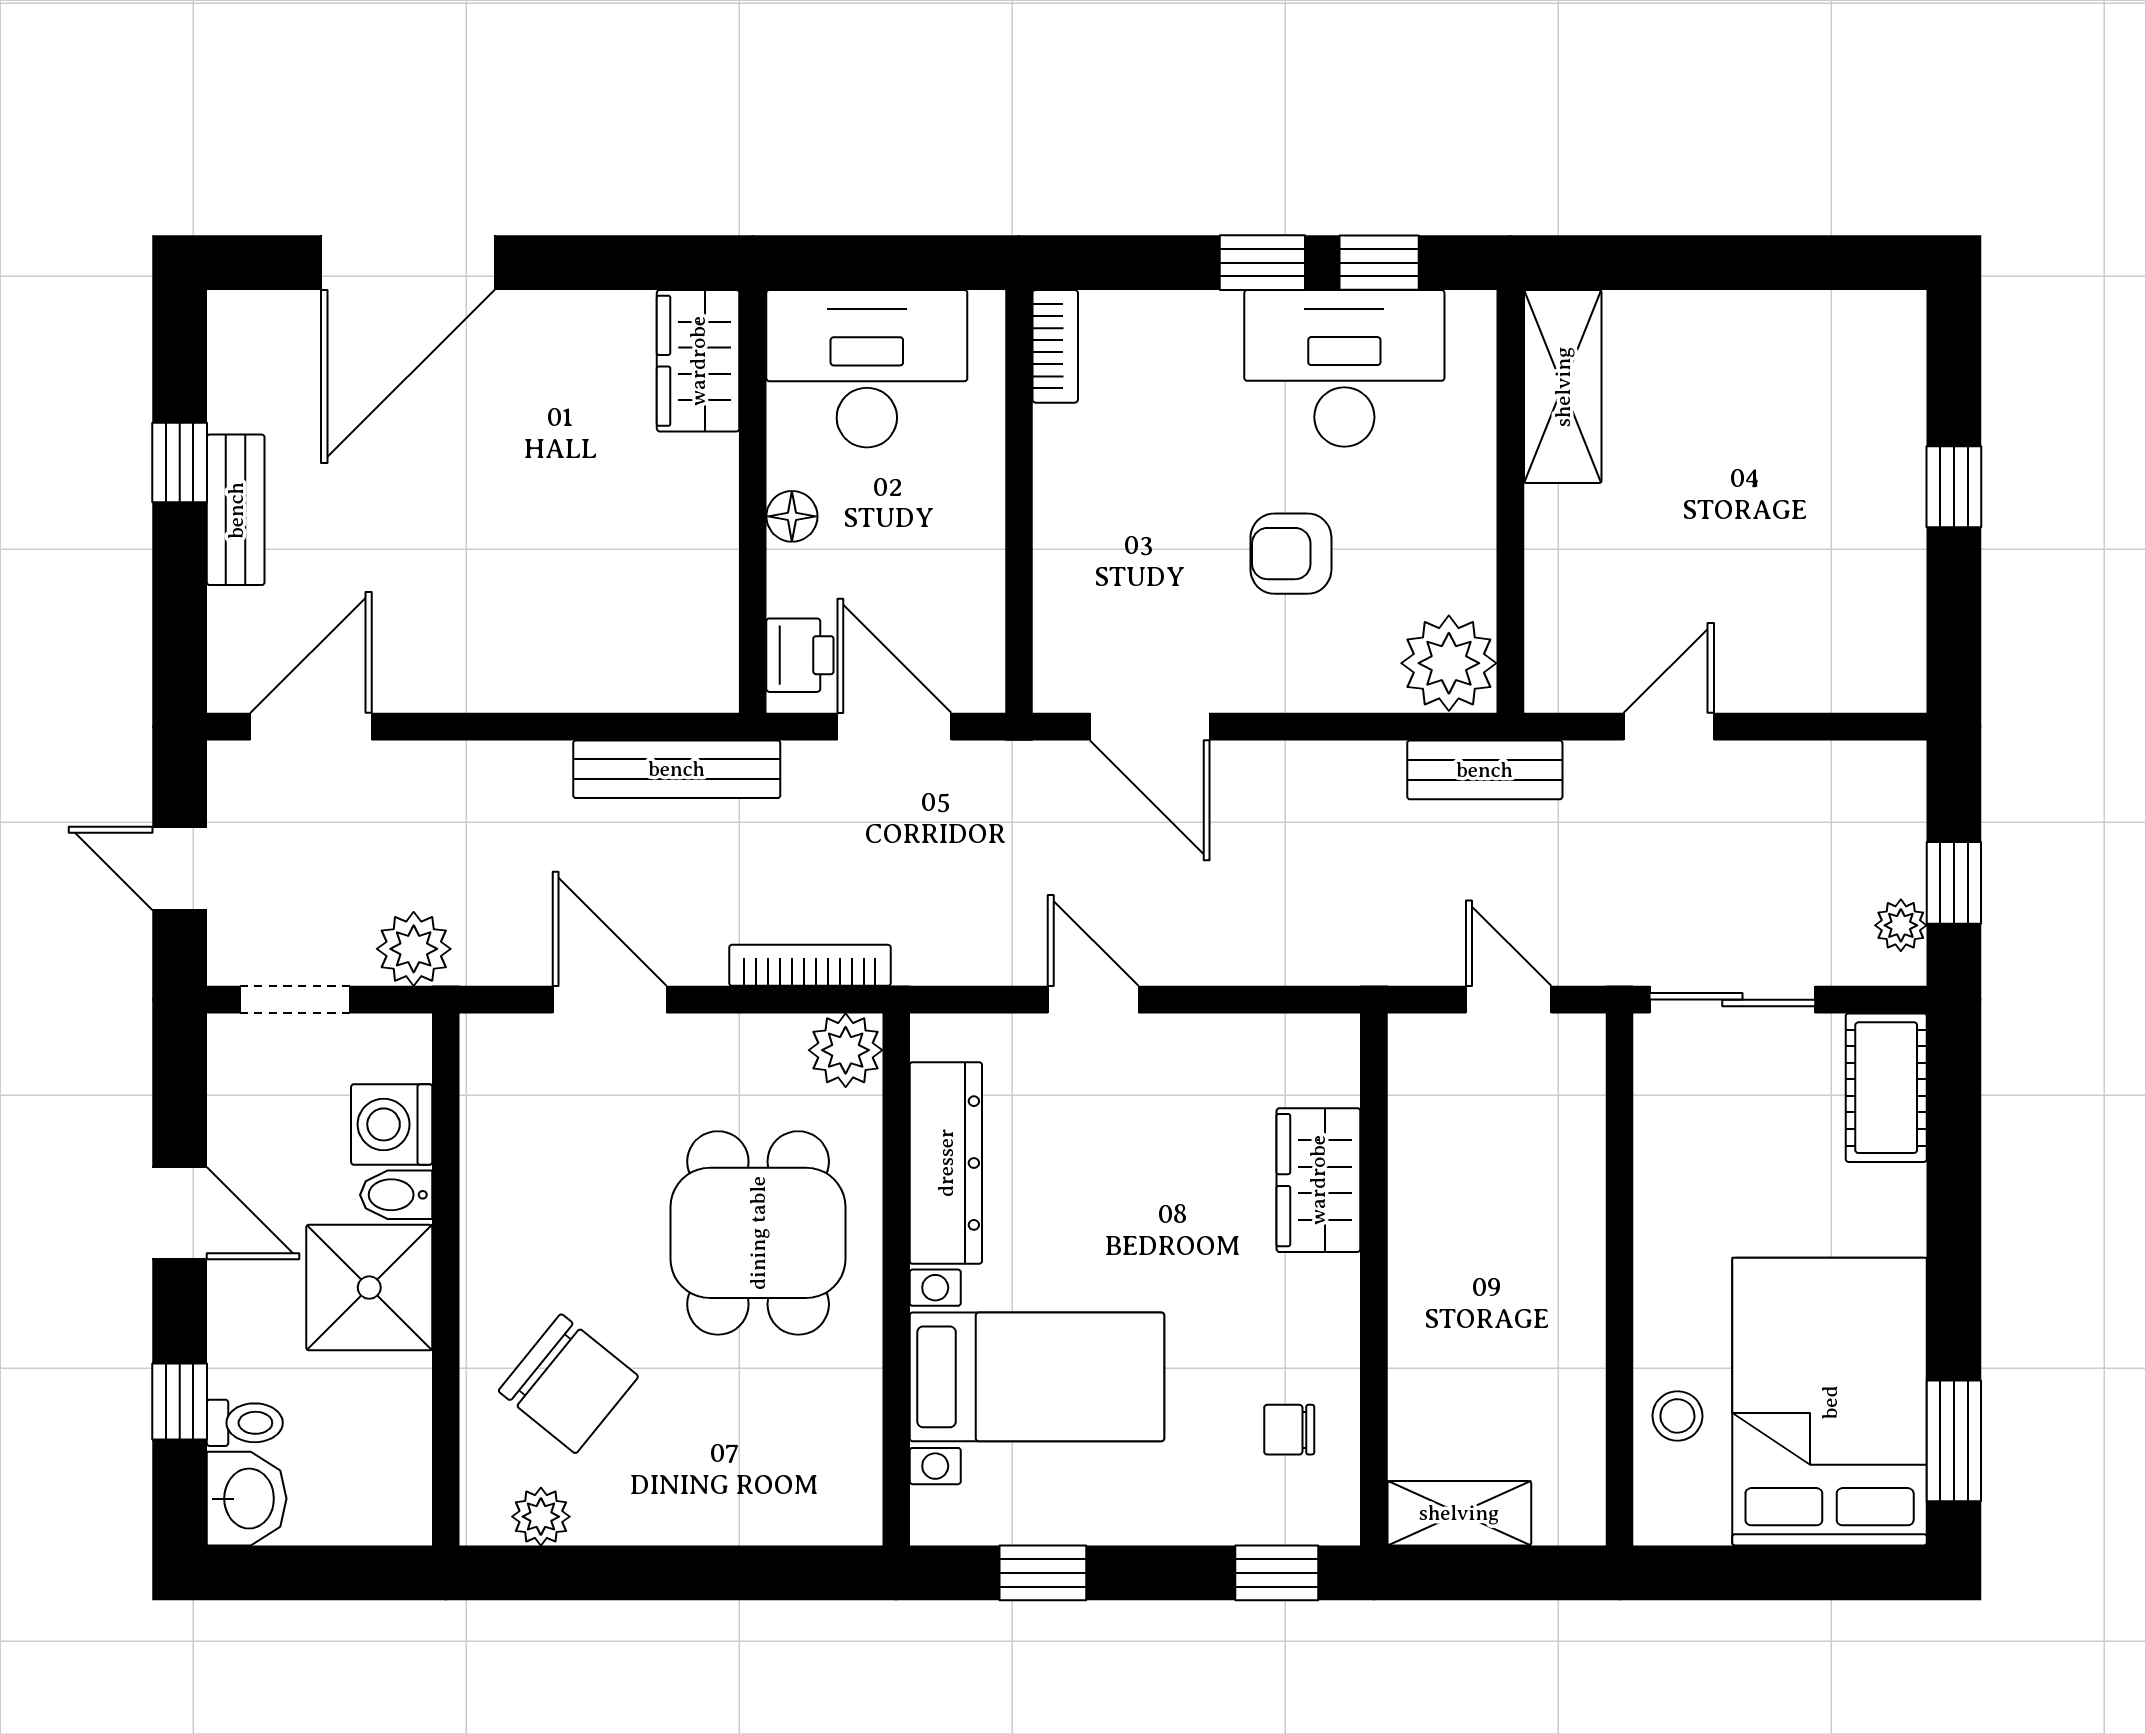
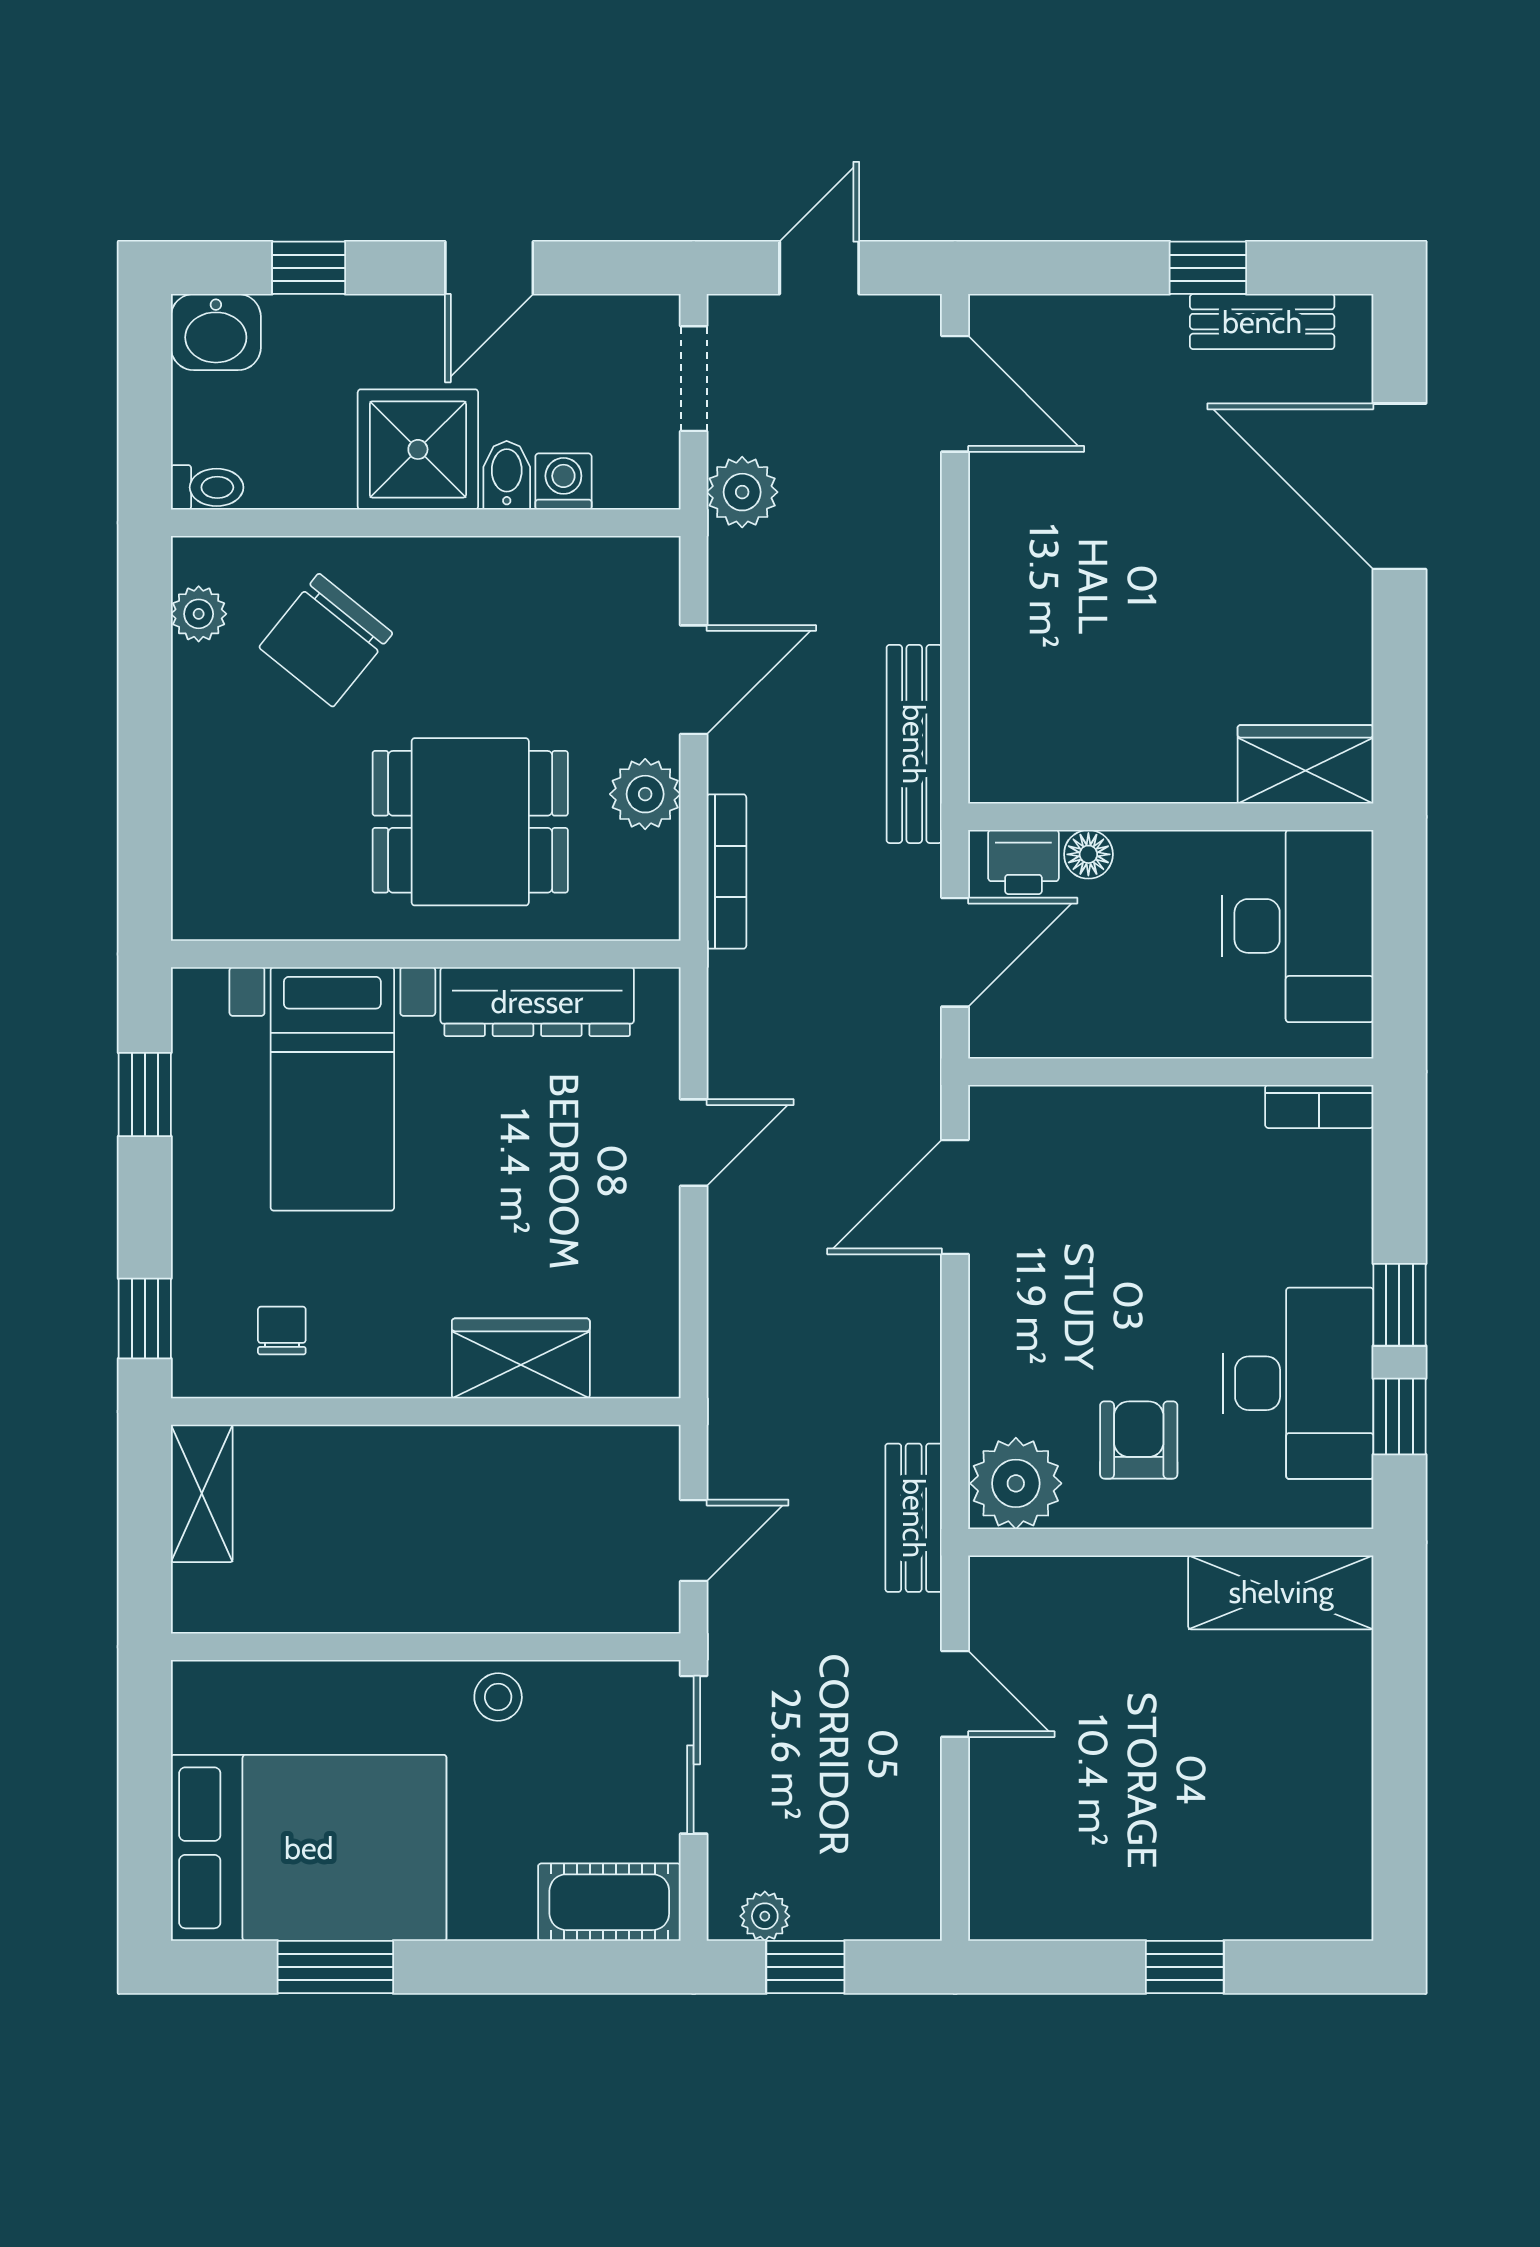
bench: (236, 510) -> (1262, 322), moved
floor lamp: (792, 516) -> (1088, 854), moved
armchair: (1291, 554) -> (1139, 1440), moved
plant: (846, 1050) -> (645, 794), moved
washing machine: (392, 1124) -> (563, 482), width x0.73, depth x0.73
stool: (1677, 1416) -> (498, 1697), moved
toilet: (245, 1423) -> (207, 487), moved, turned -90
window: (1954, 1441) -> (335, 1967), moved

